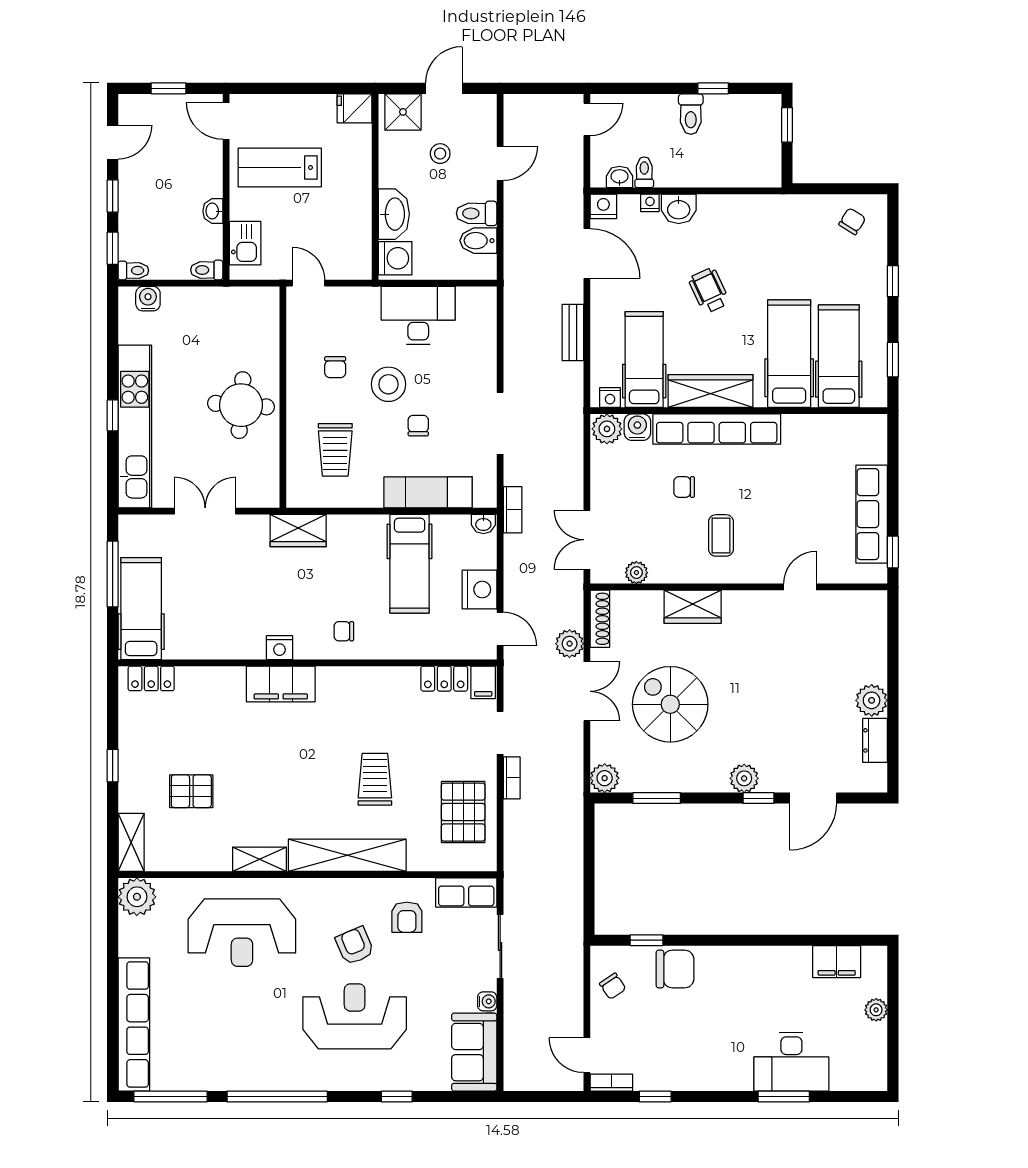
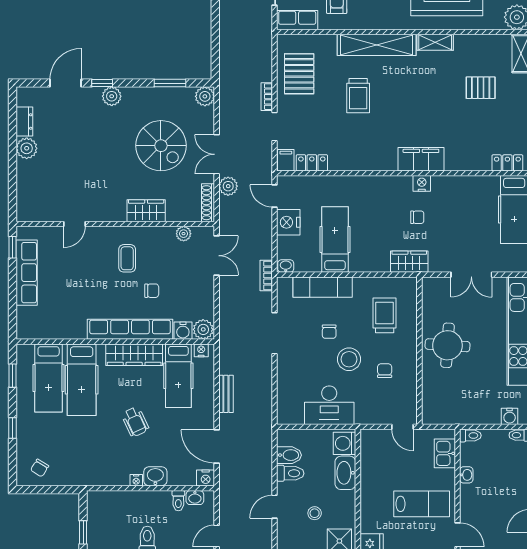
nightstand: (650, 203) -> (136, 480), moved
chair: (344, 631) -> (417, 217), moved

